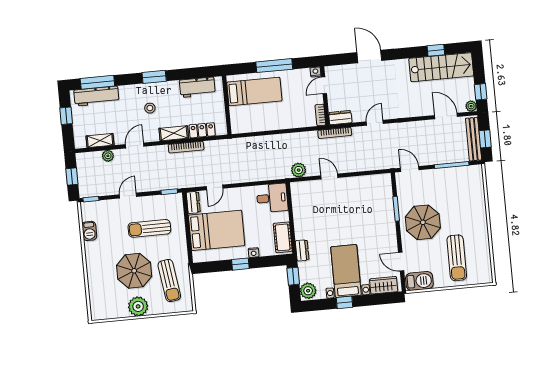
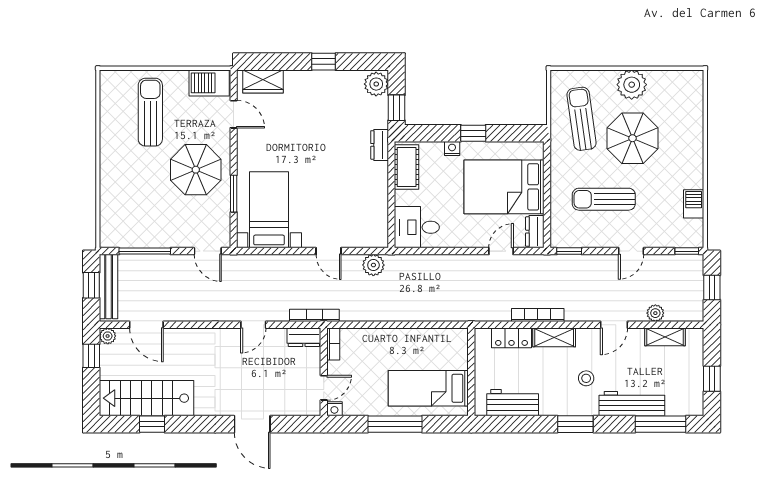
workbench: (96, 96) -> (632, 404), moved
sun lounger: (149, 228) -> (604, 199), turned 180
bed with nightstands: (346, 271) -> (269, 210), moved, turned 180

